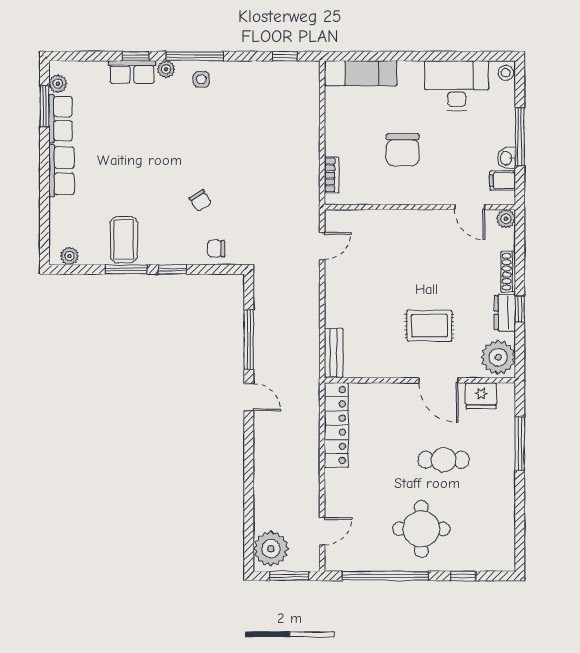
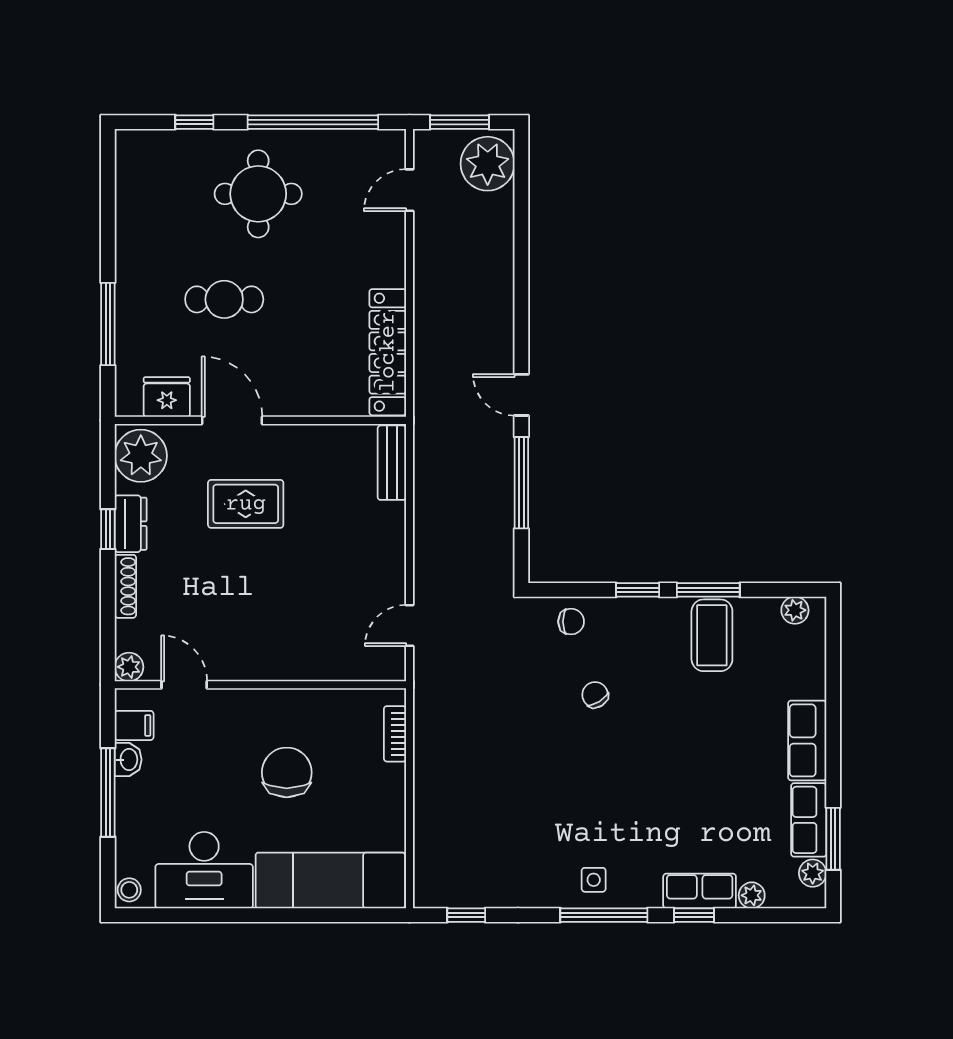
plant: (166, 69) -> (752, 895), moved
exam couch: (361, 73) -> (330, 880), width x1.36, depth x1.45

